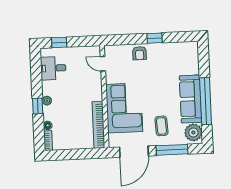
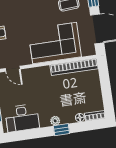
door: (103, 64) -> (13, 69), hinge flipped
desk: (53, 68) -> (22, 118), width x1.37

